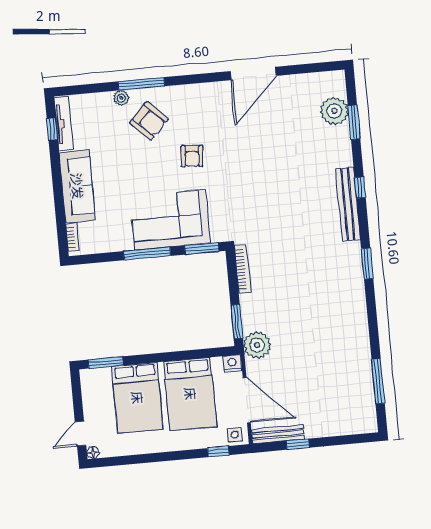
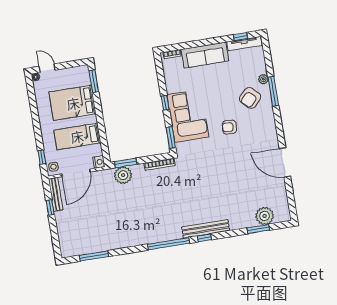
window: (360, 188) -> (204, 238), moved
window: (147, 254) -> (165, 103), width x0.46
window: (367, 264) -> (169, 244), width x2.11
plant: (257, 345) -> (123, 175), moved
bed: (190, 394) -> (77, 136), width x0.67

